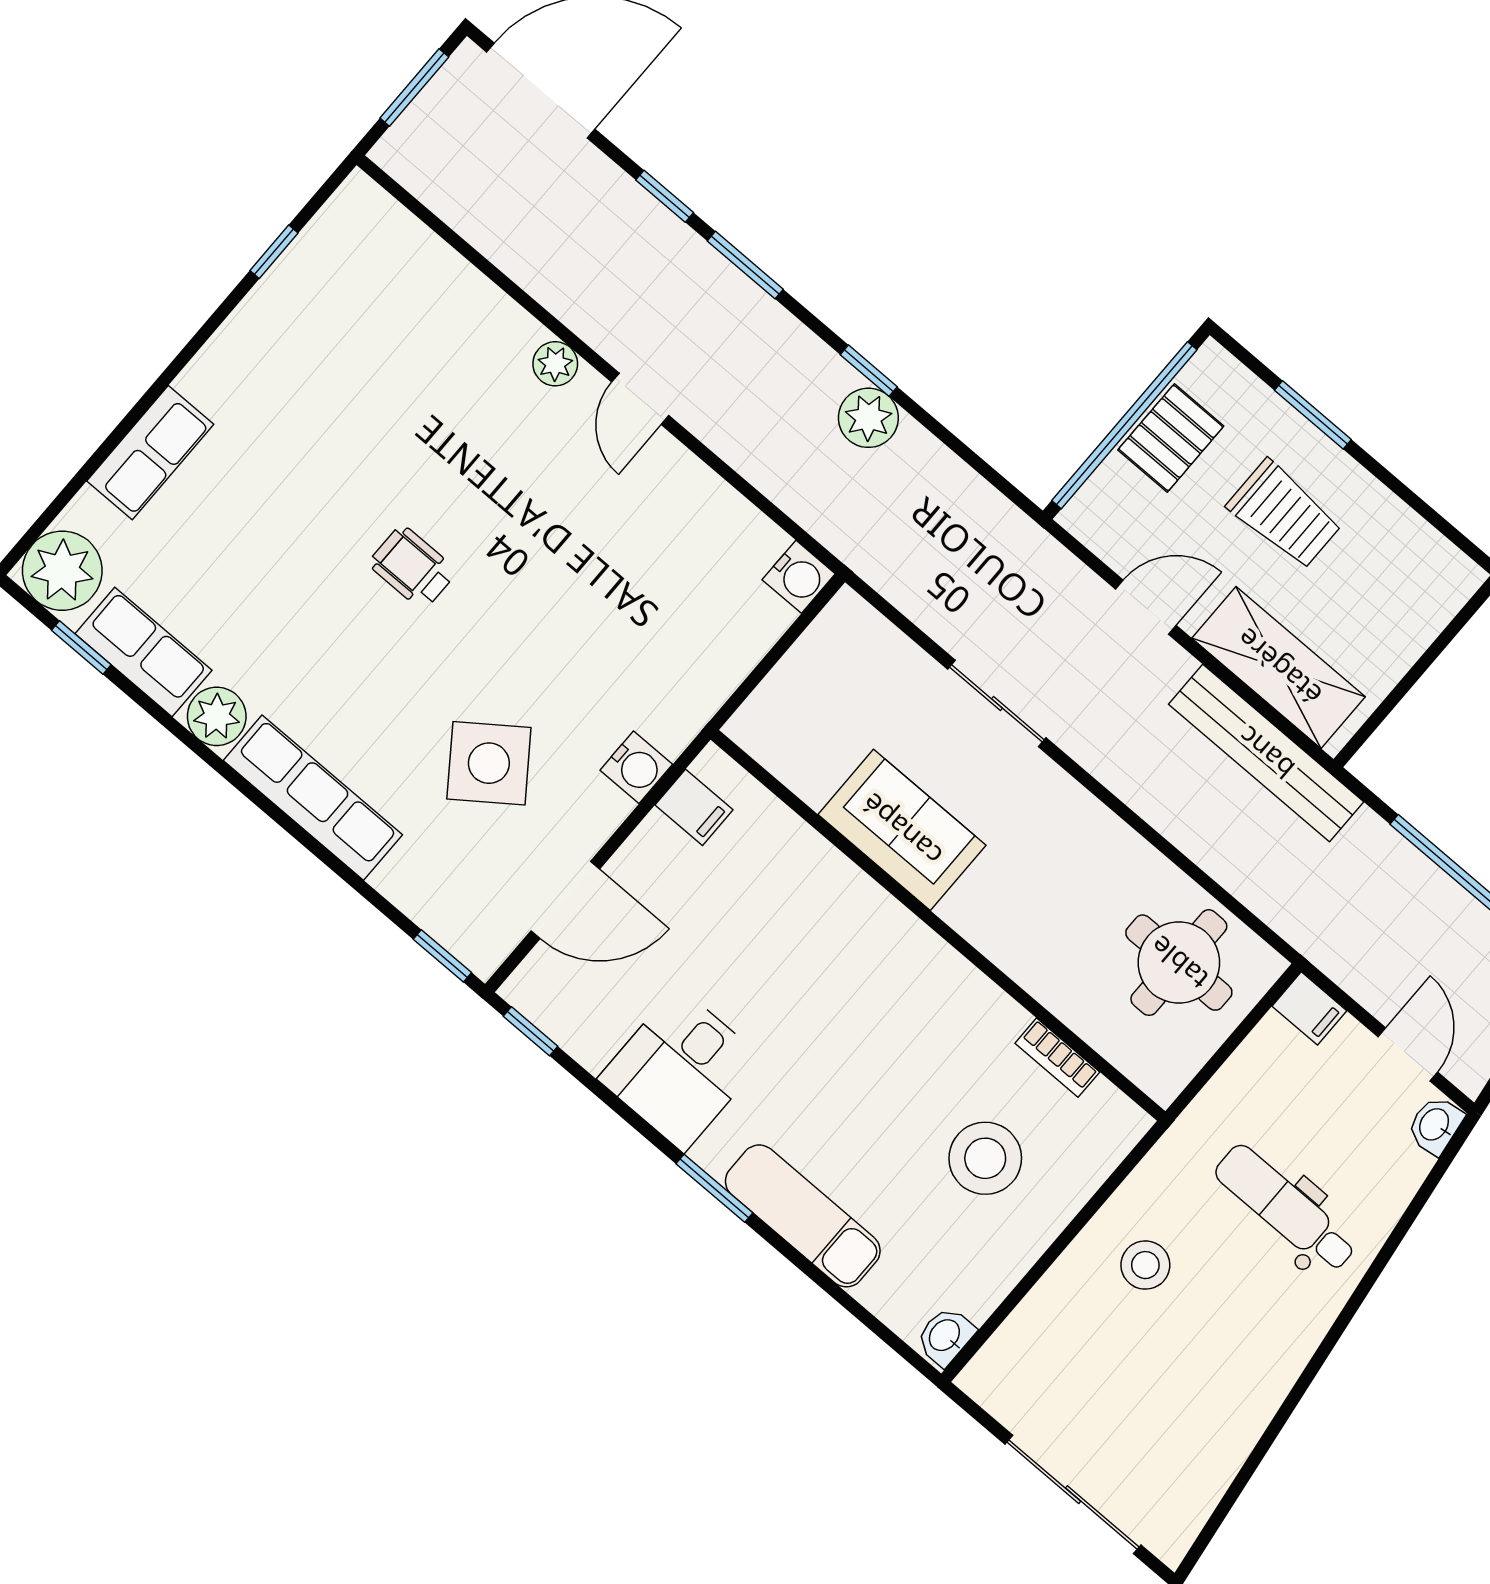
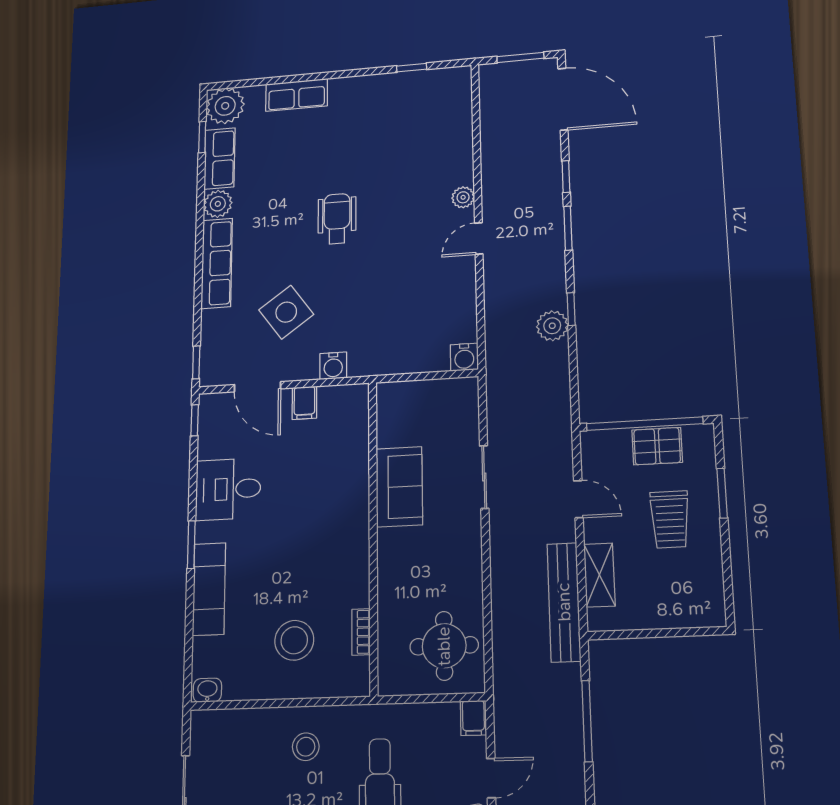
wheelchair: (412, 567) -> (337, 219), width x1.36, depth x1.37
shelving: (1279, 667) -> (599, 575), width x0.67, depth x0.75
filing cabinet: (694, 807) -> (304, 403), moved

